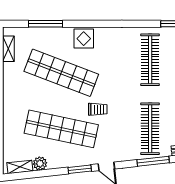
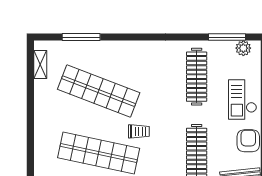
display table: (84, 39) -> (123, 53), removed

